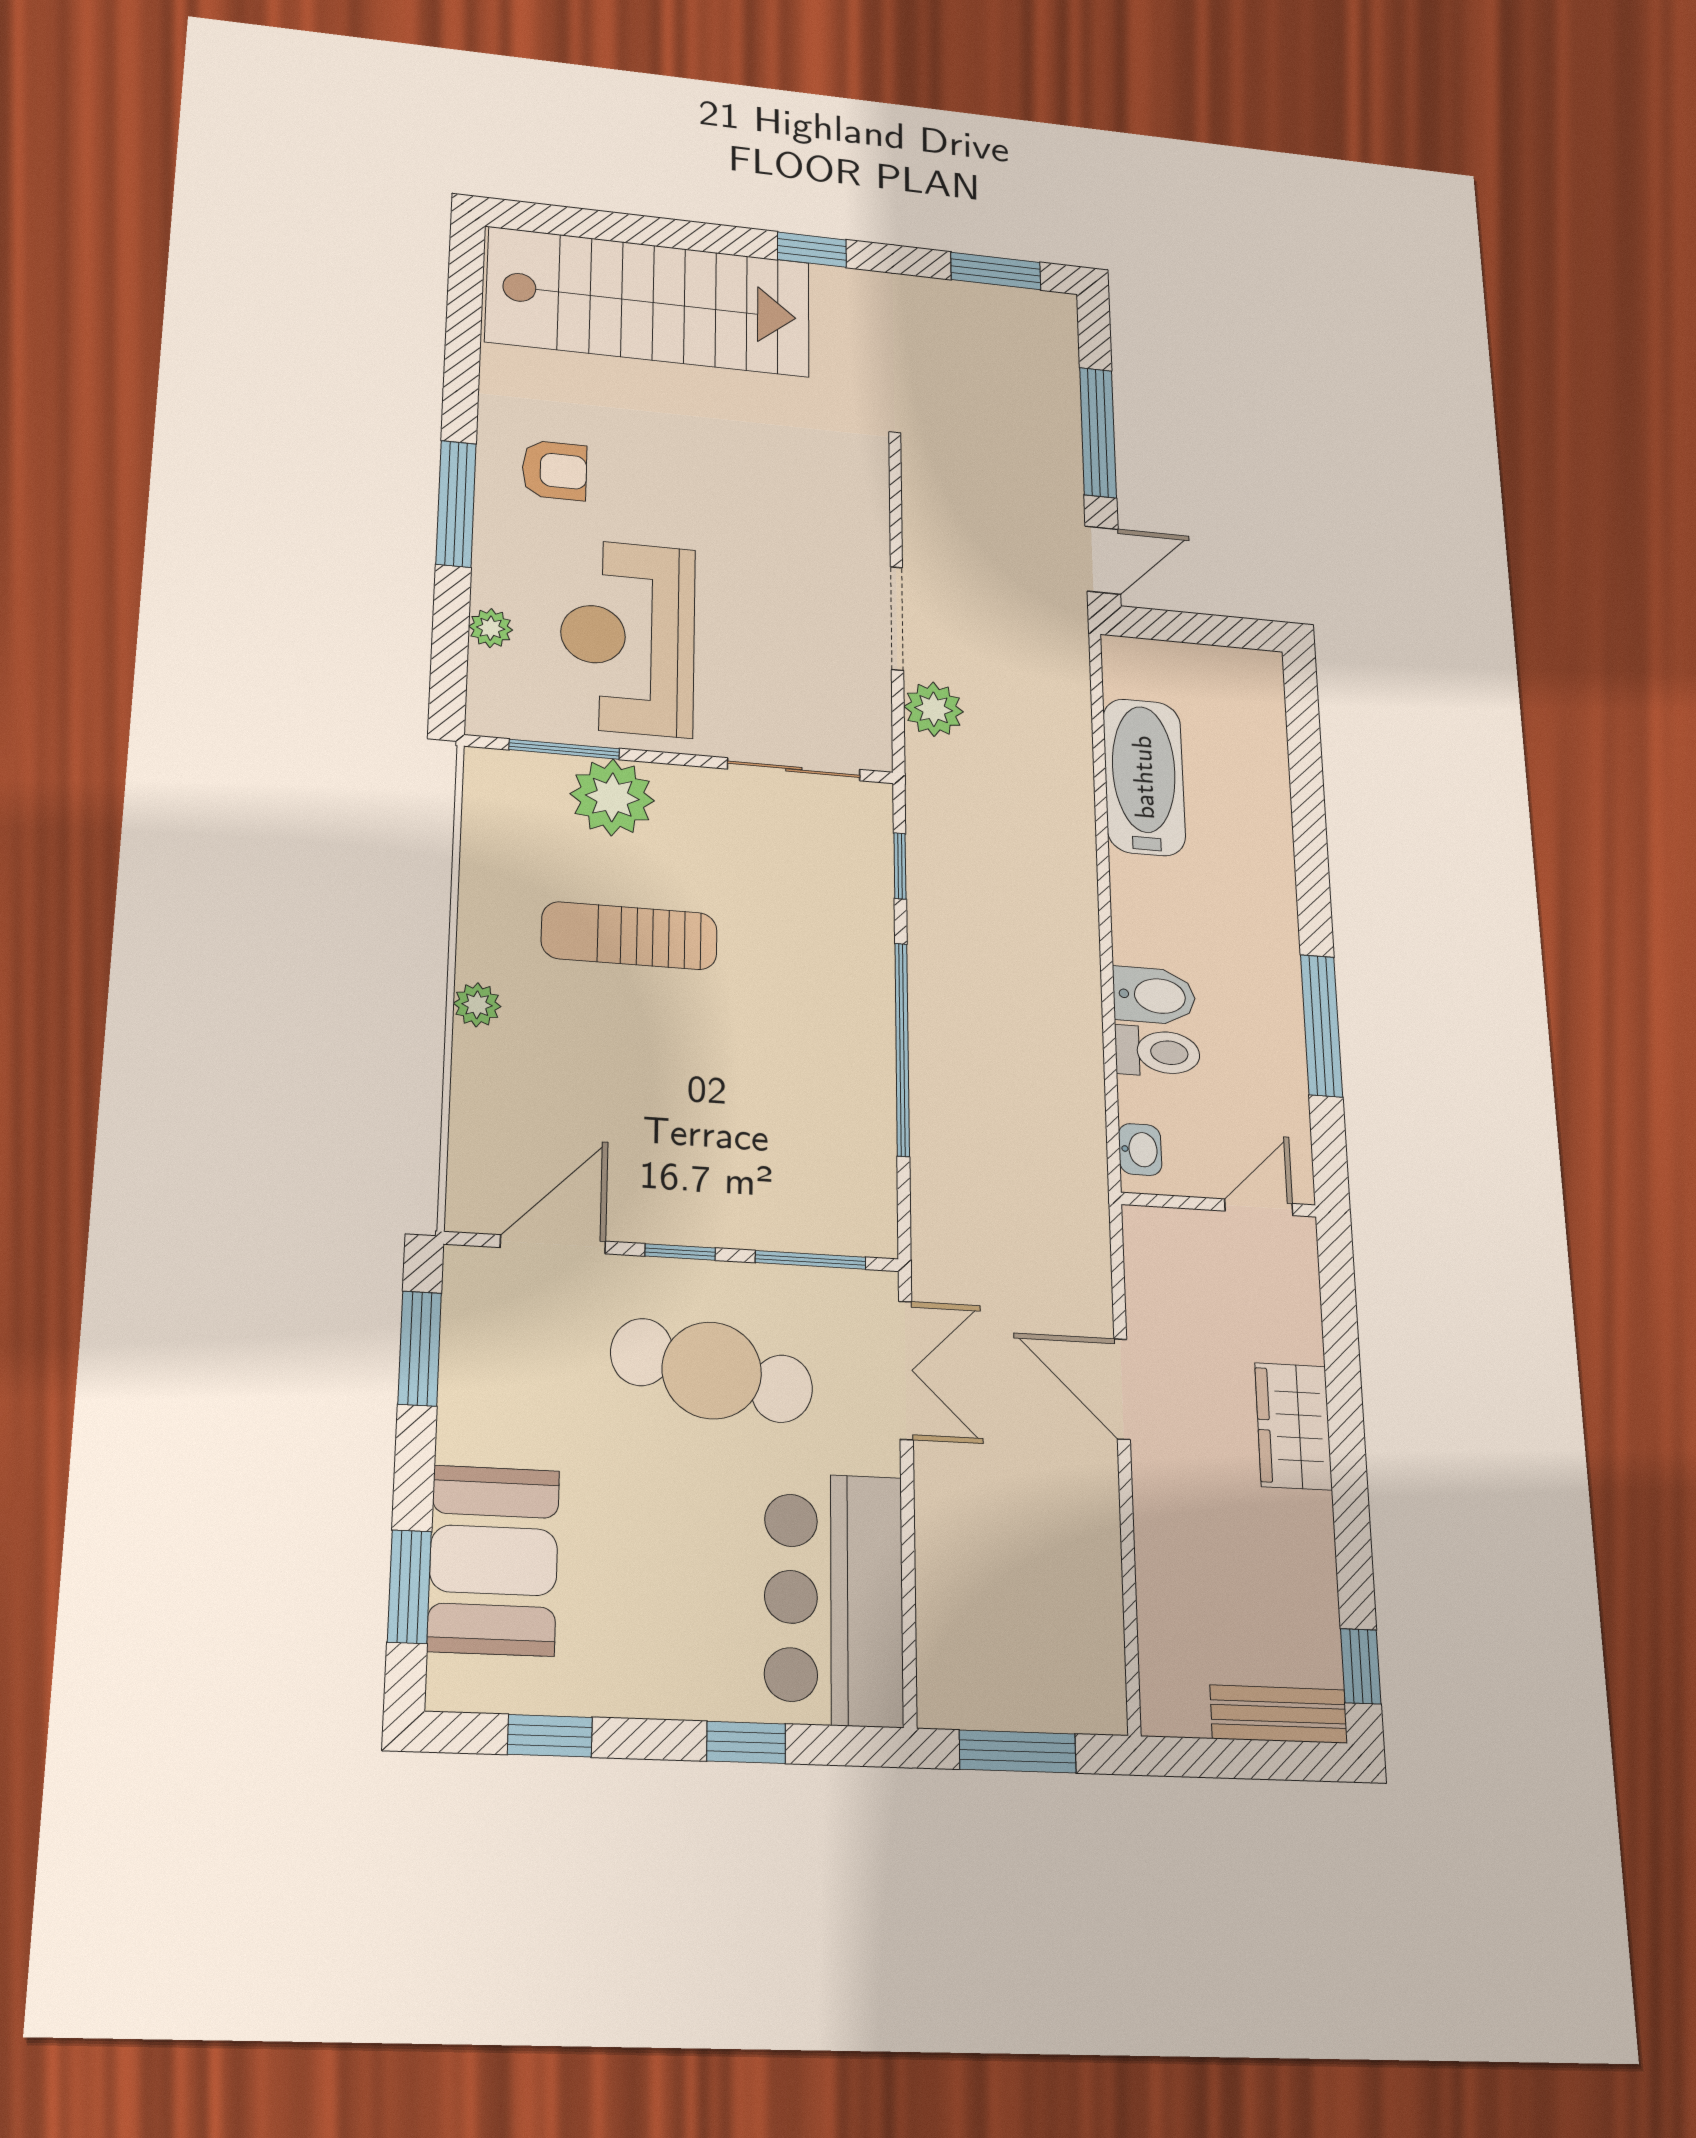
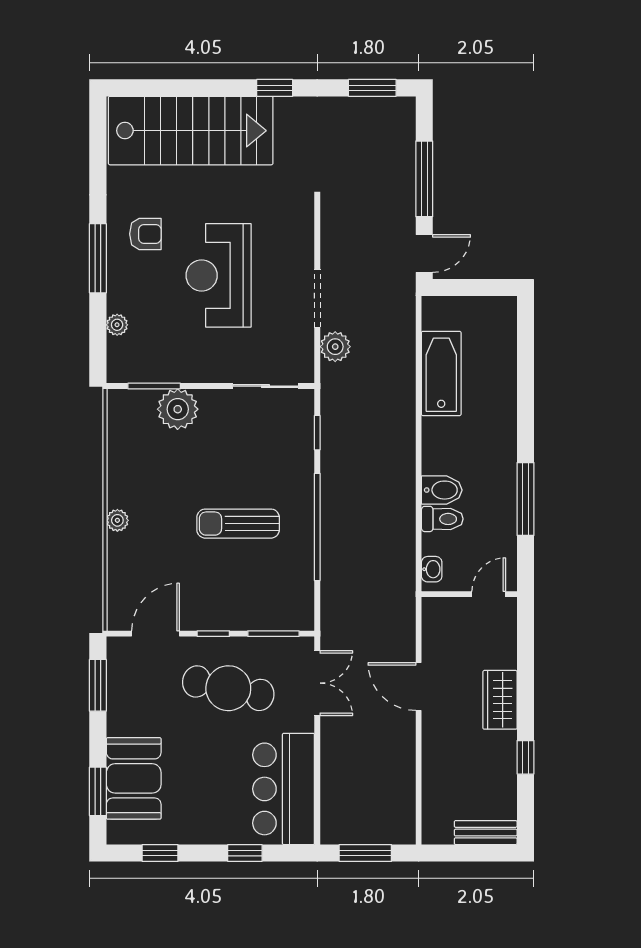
reception desk: (628, 637) -> (219, 275), moved
sun lounger: (629, 936) -> (238, 524), moved
window: (1361, 1666) -> (525, 757), moved

